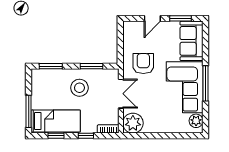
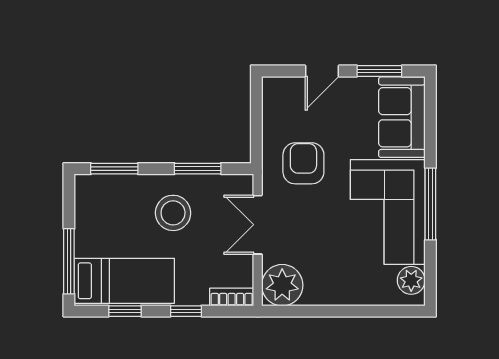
double door: (121, 94) -> (258, 225), swing flipped

